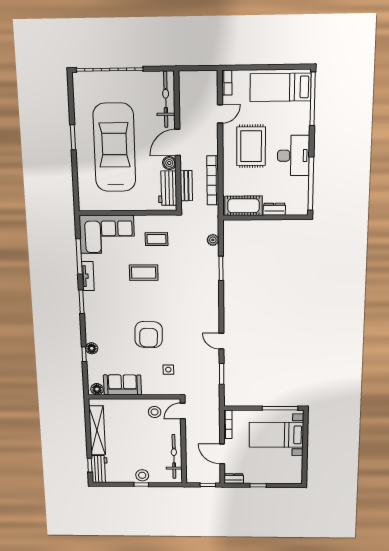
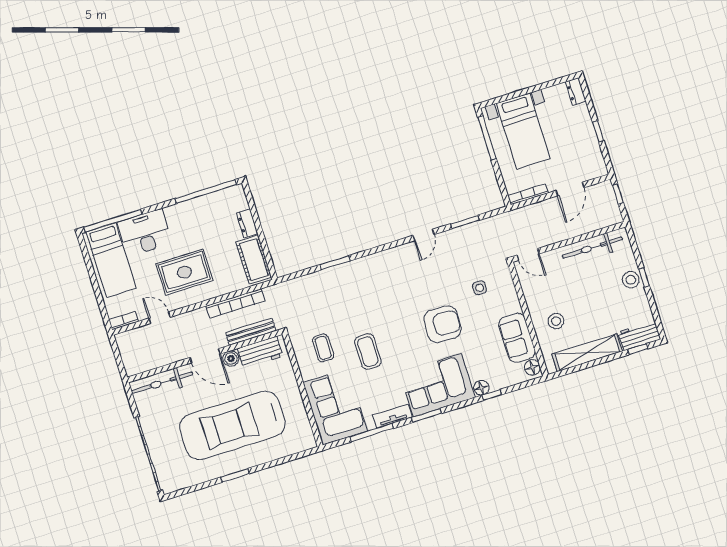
desk: (293, 156) -> (145, 233), moved
bench: (186, 186) -> (251, 332), width x1.36
plant: (213, 240) -> (304, 282), removed
corner sofa: (103, 317) -> (437, 385), added
stool: (155, 412) -> (556, 321), moved
dresser: (234, 478) -> (576, 91), moved

